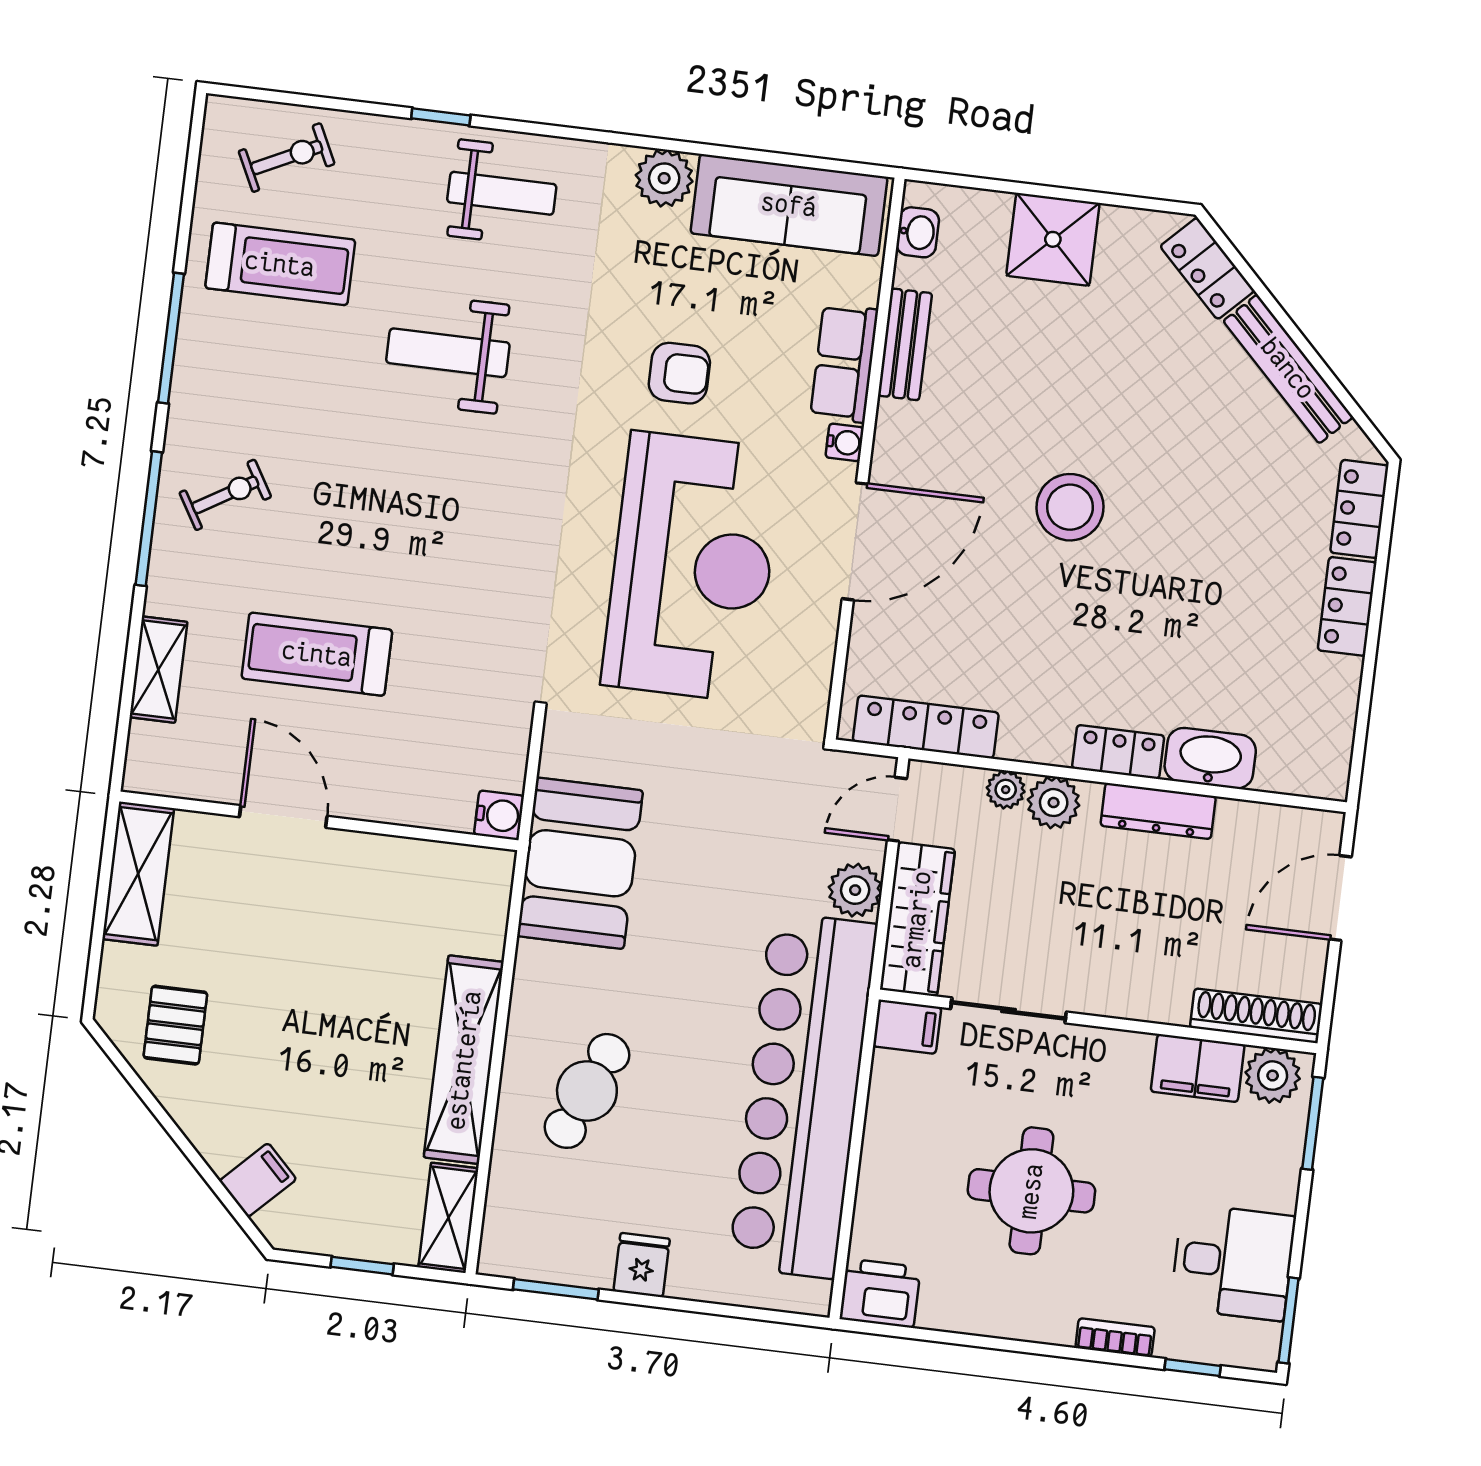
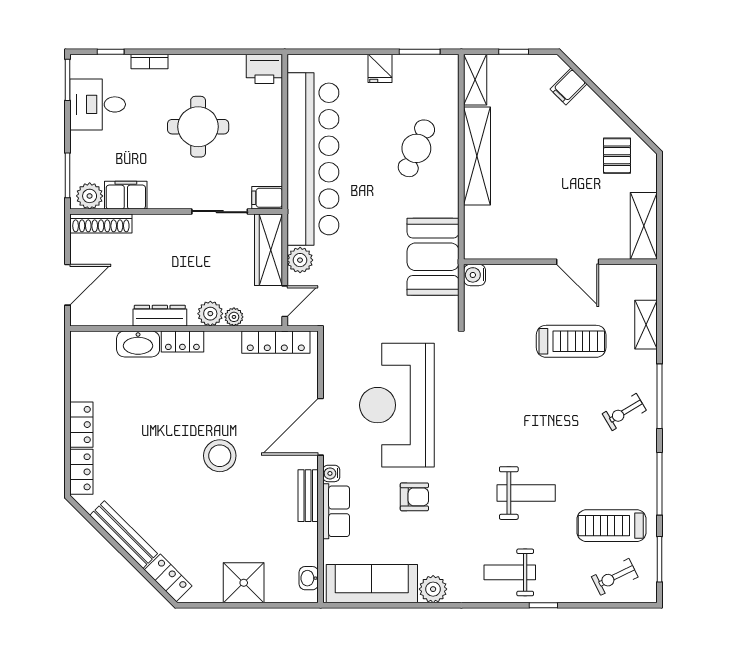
window: (190, 183) -> (659, 559), added
bench: (905, 344) -> (308, 496), moved
armchair: (679, 373) -> (414, 497), turned 180

